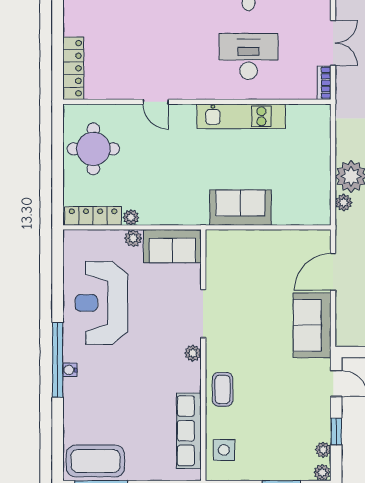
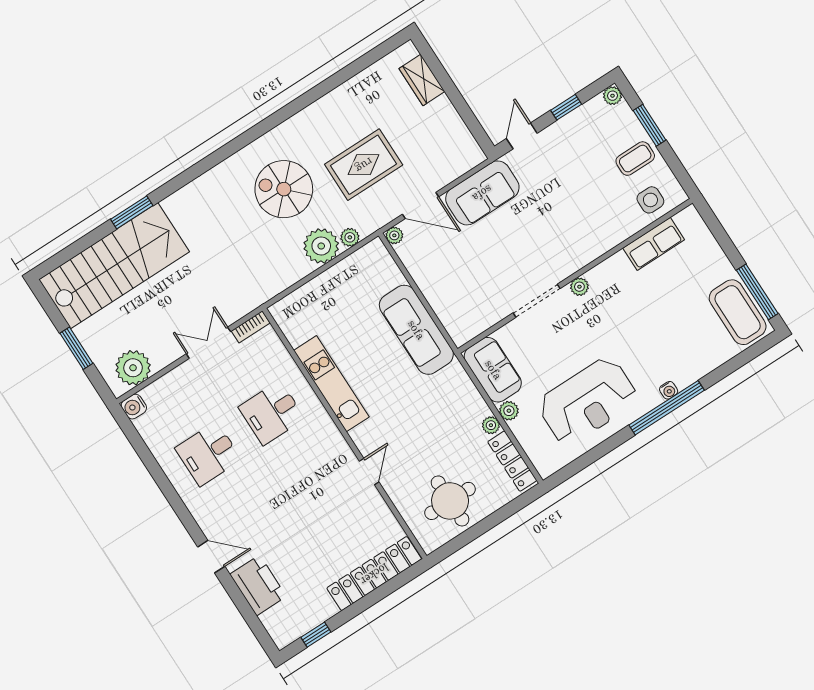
desk: (248, 56) -> (272, 413), width x0.73
locker: (73, 68) -> (374, 574), width x1.41, depth x1.21
sofa: (240, 208) -> (416, 330), width x1.36
coffee table: (223, 389) -> (635, 159), moved
row of seats: (189, 431) -> (654, 244), width x0.68
plant: (323, 450) -> (394, 235), moved

